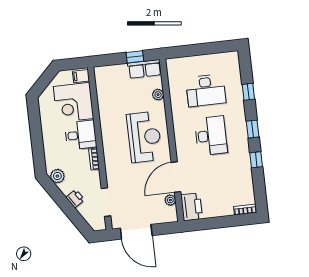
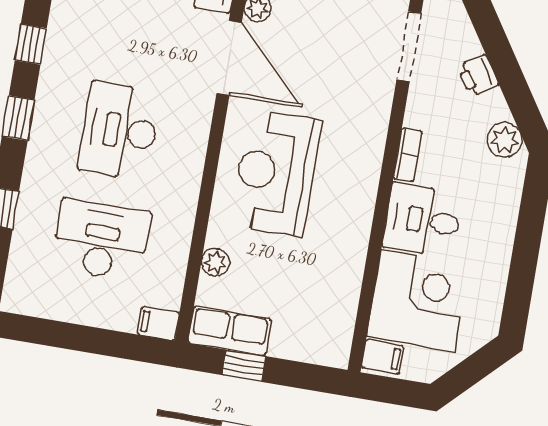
filing cabinet: (174, 64) -> (158, 323), added
door: (176, 177) -> (229, 58), hinge flipped

